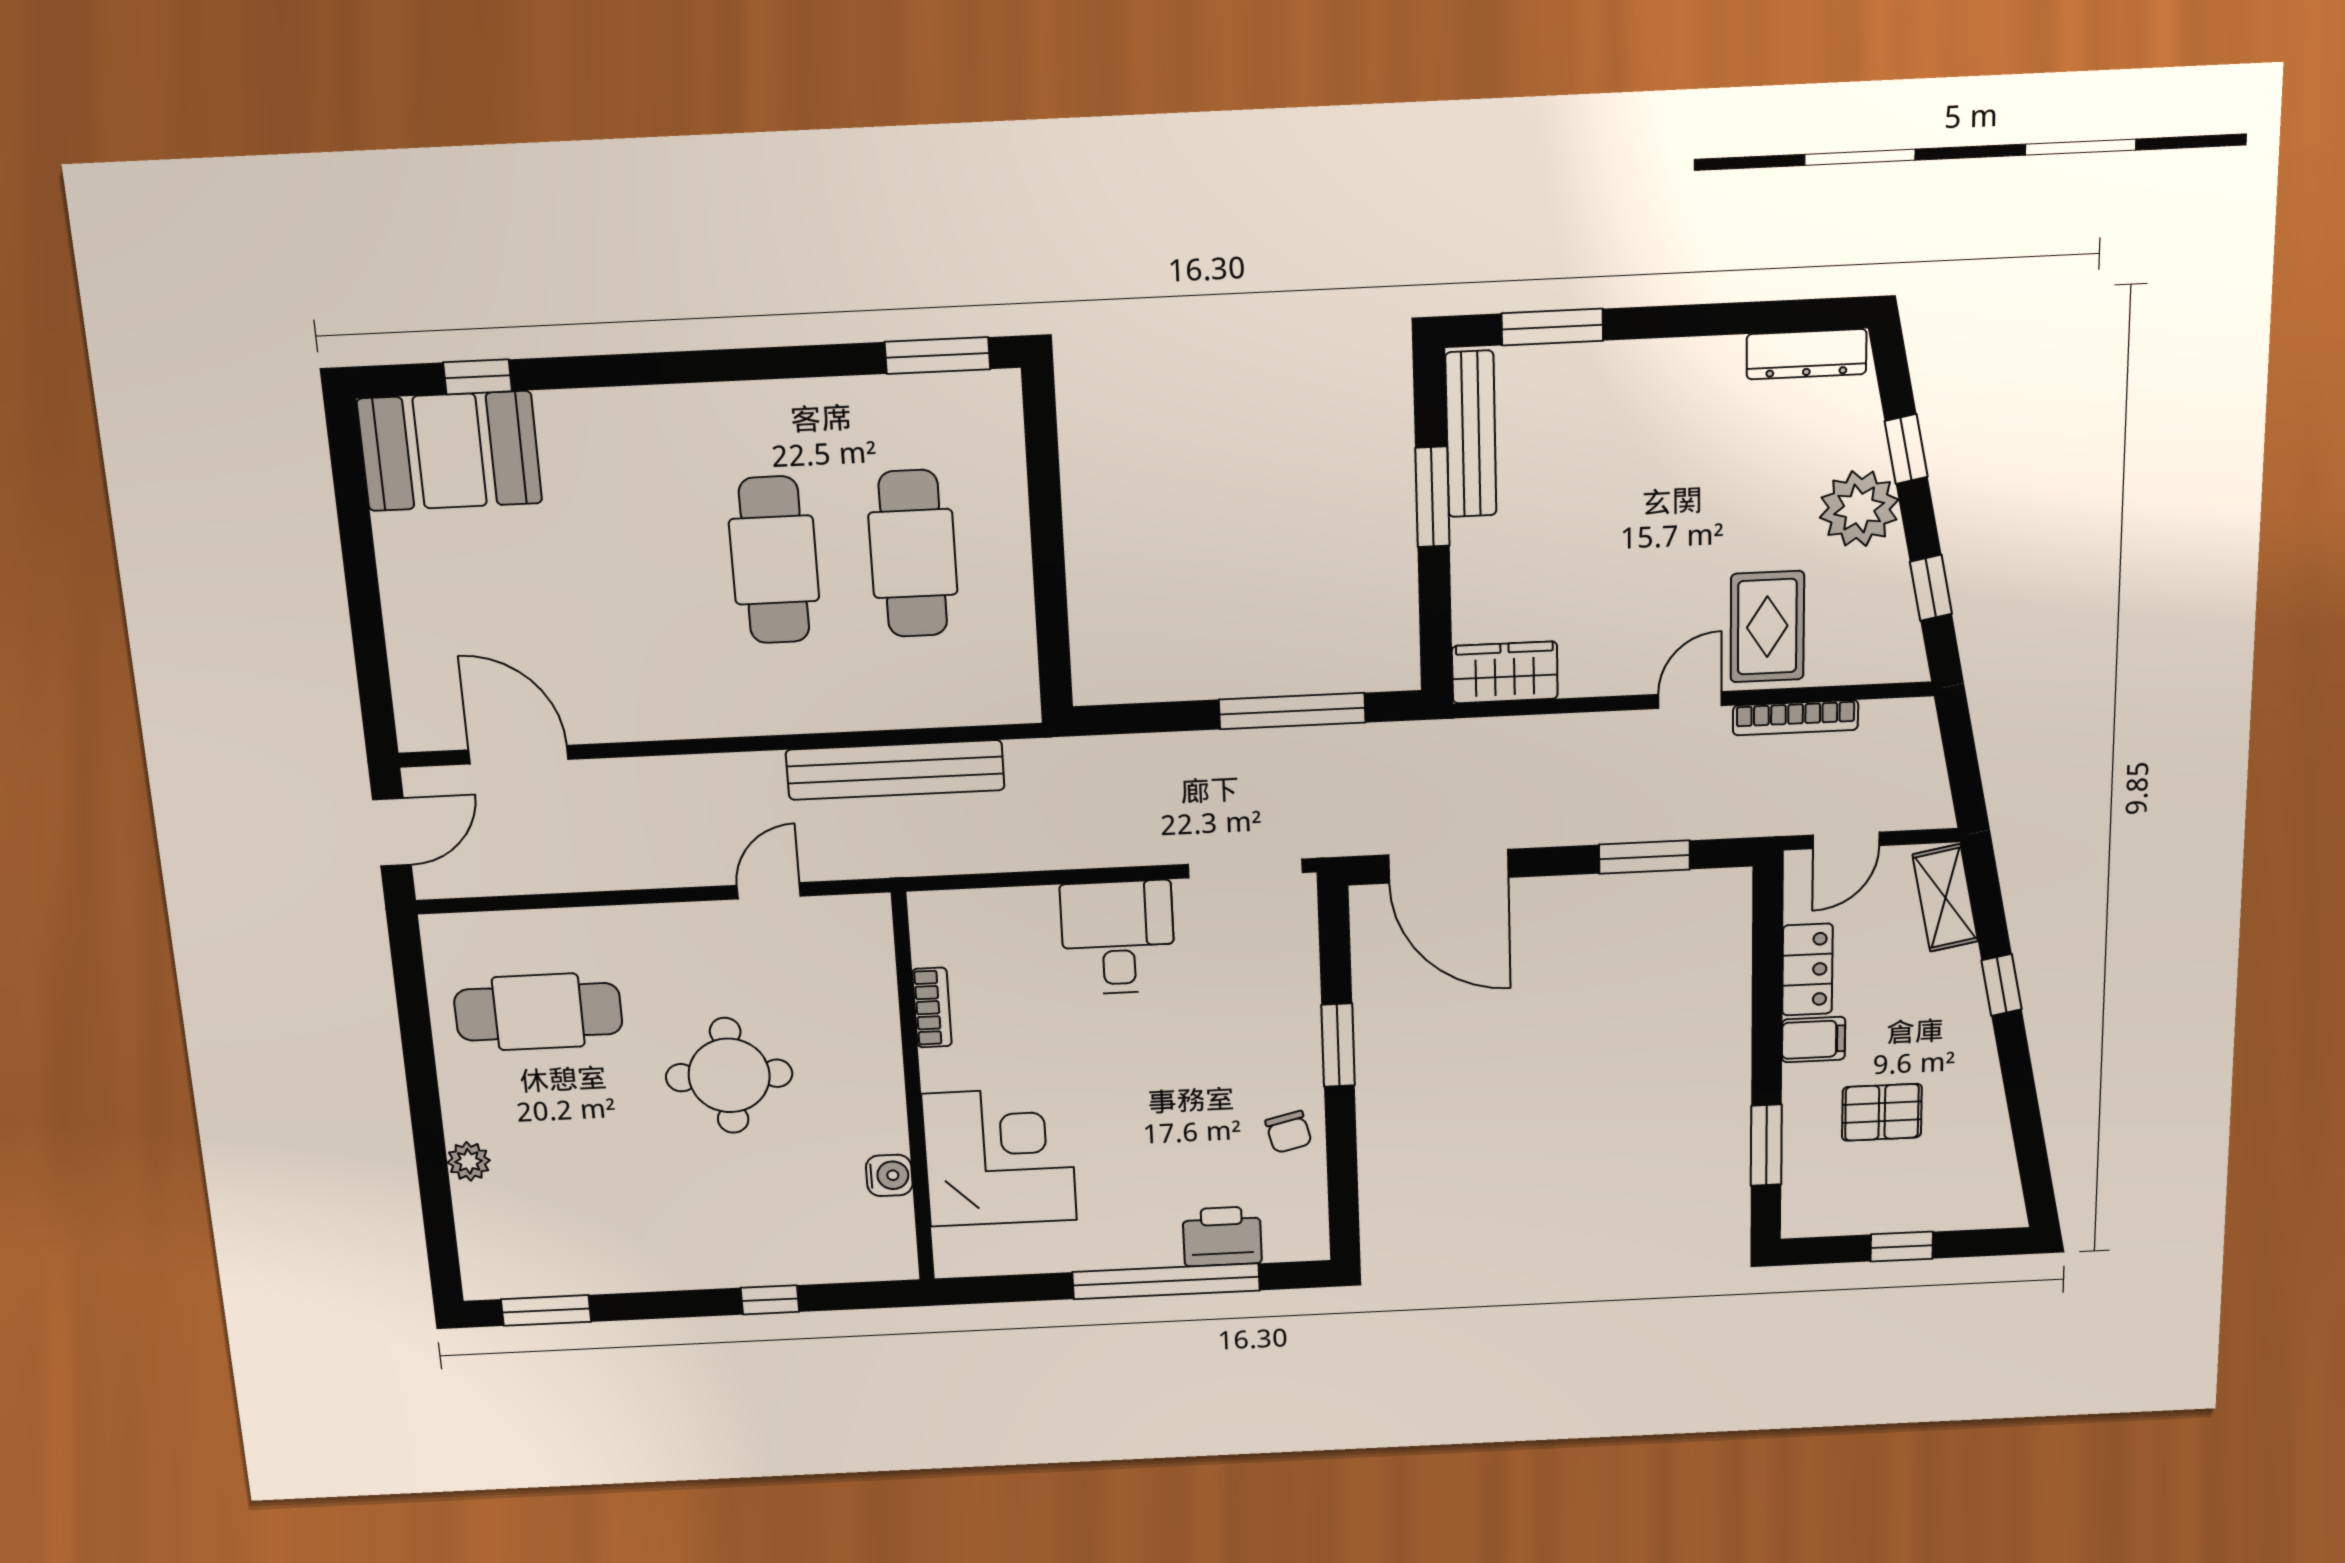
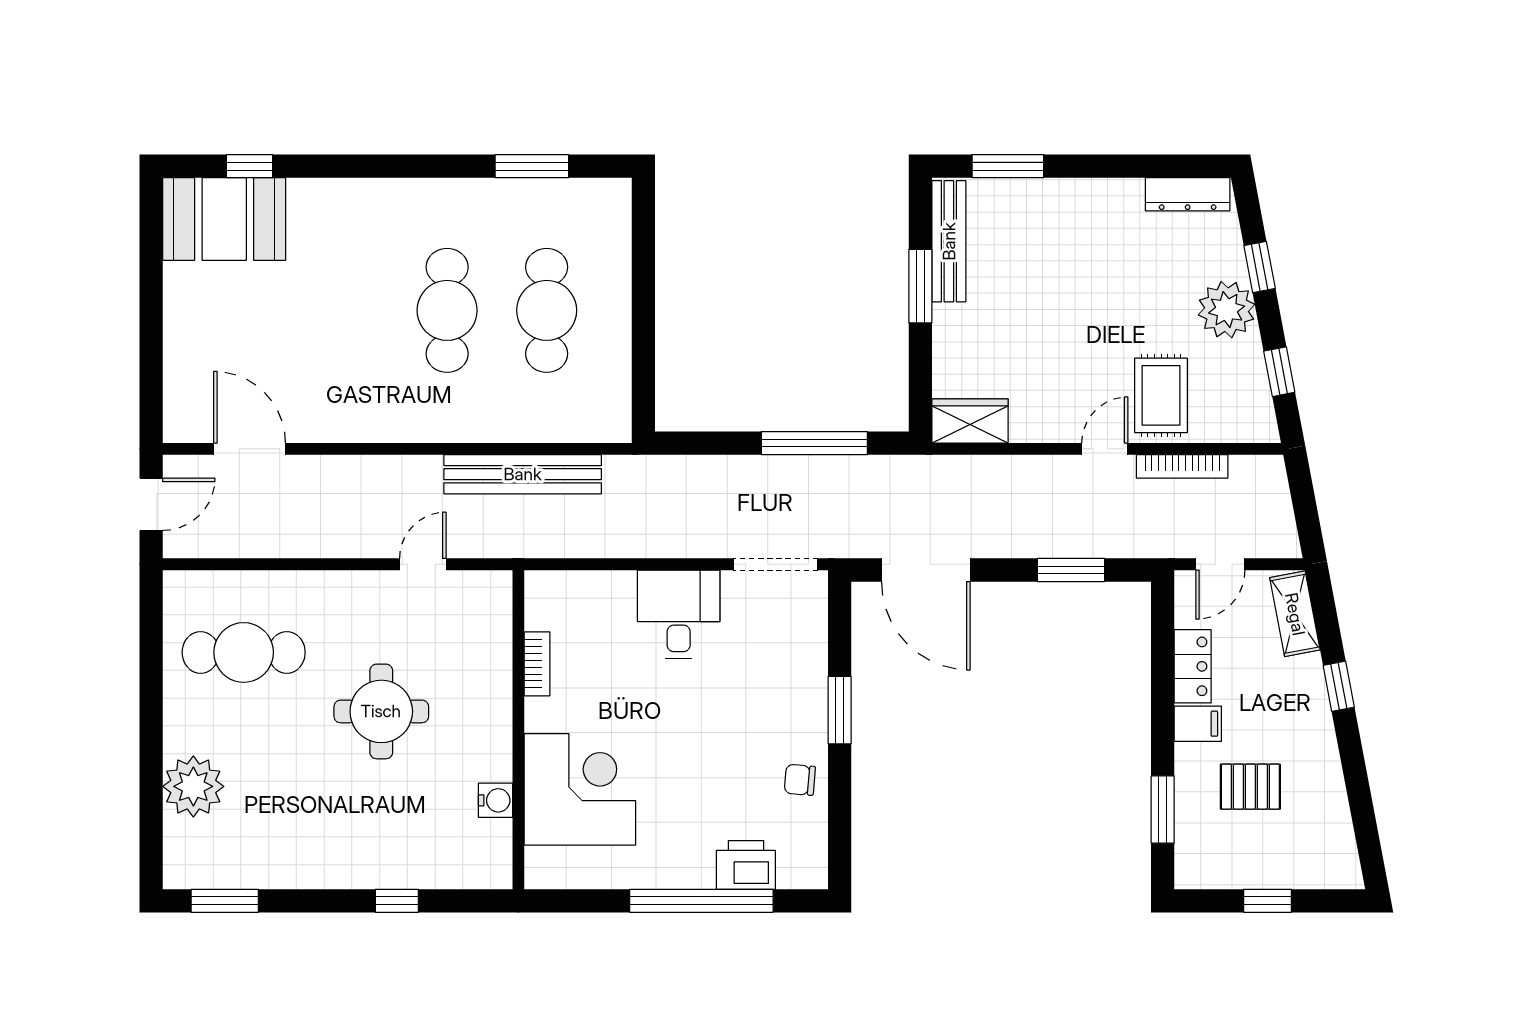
window: (937, 356) -> (532, 166), moved
chair: (1289, 1132) -> (800, 780), turned 109
plant: (469, 1161) -> (193, 786), width x1.87, depth x1.87

